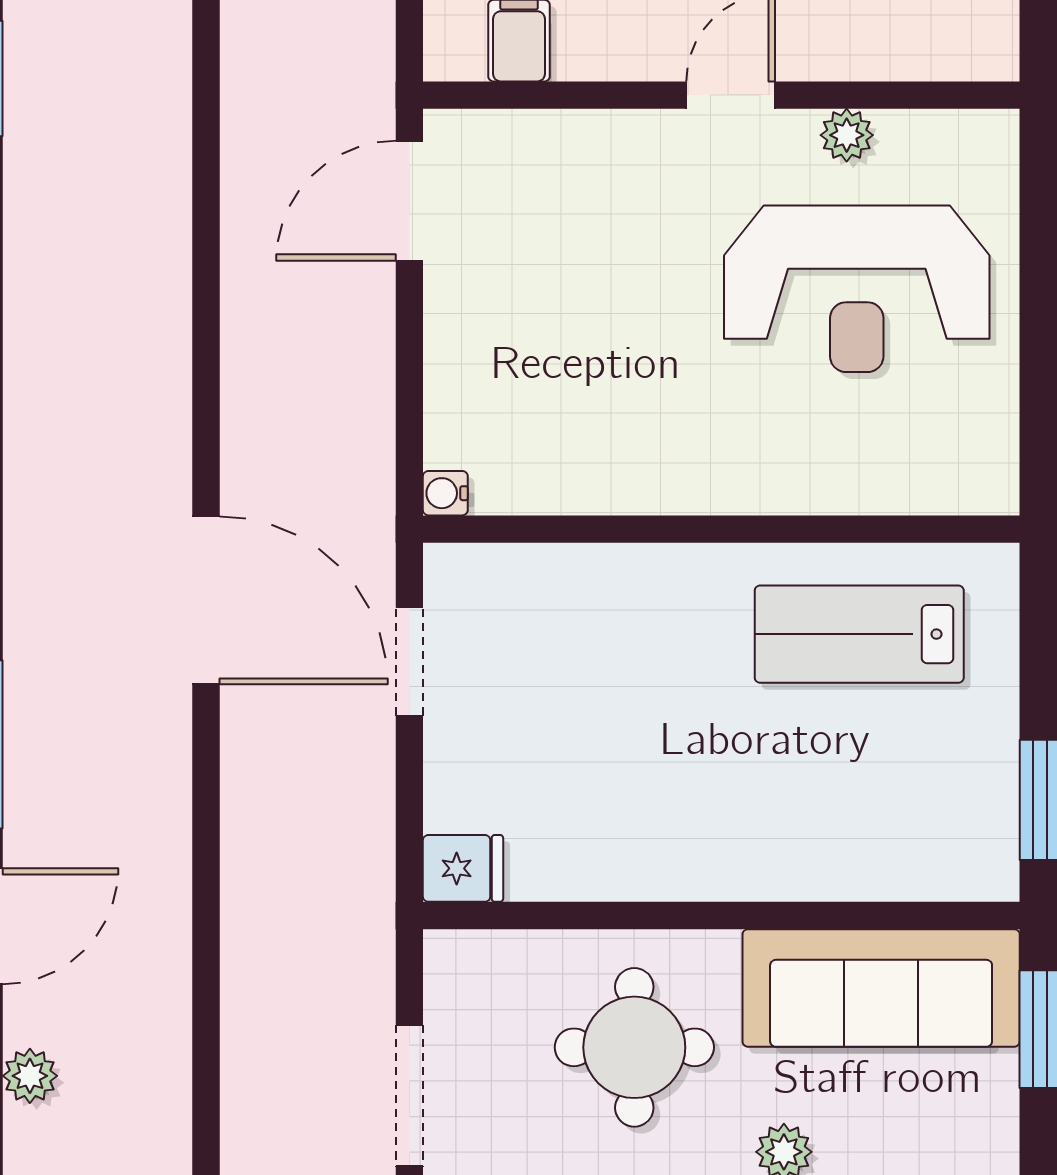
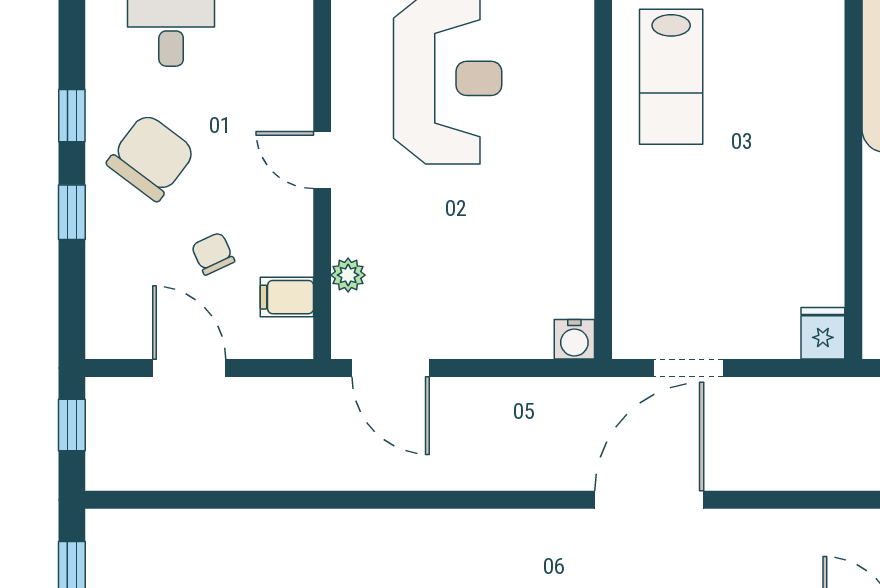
plant: (847, 135) -> (348, 275), moved
water cooler: (445, 493) -> (574, 339), width x1.38, depth x1.38

